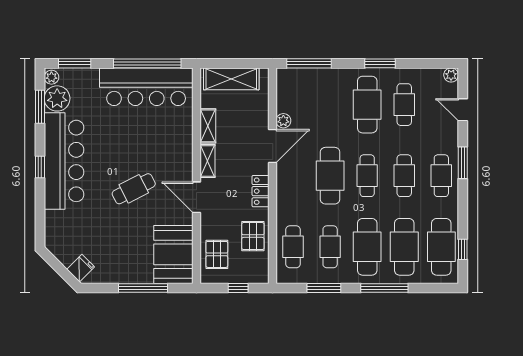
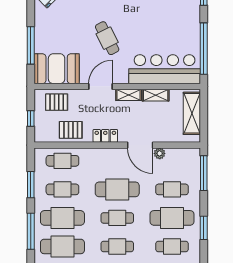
bar counter: (146, 87) -> (165, 69), moved, turned 90
cafe table: (330, 105) -> (172, 189), added

